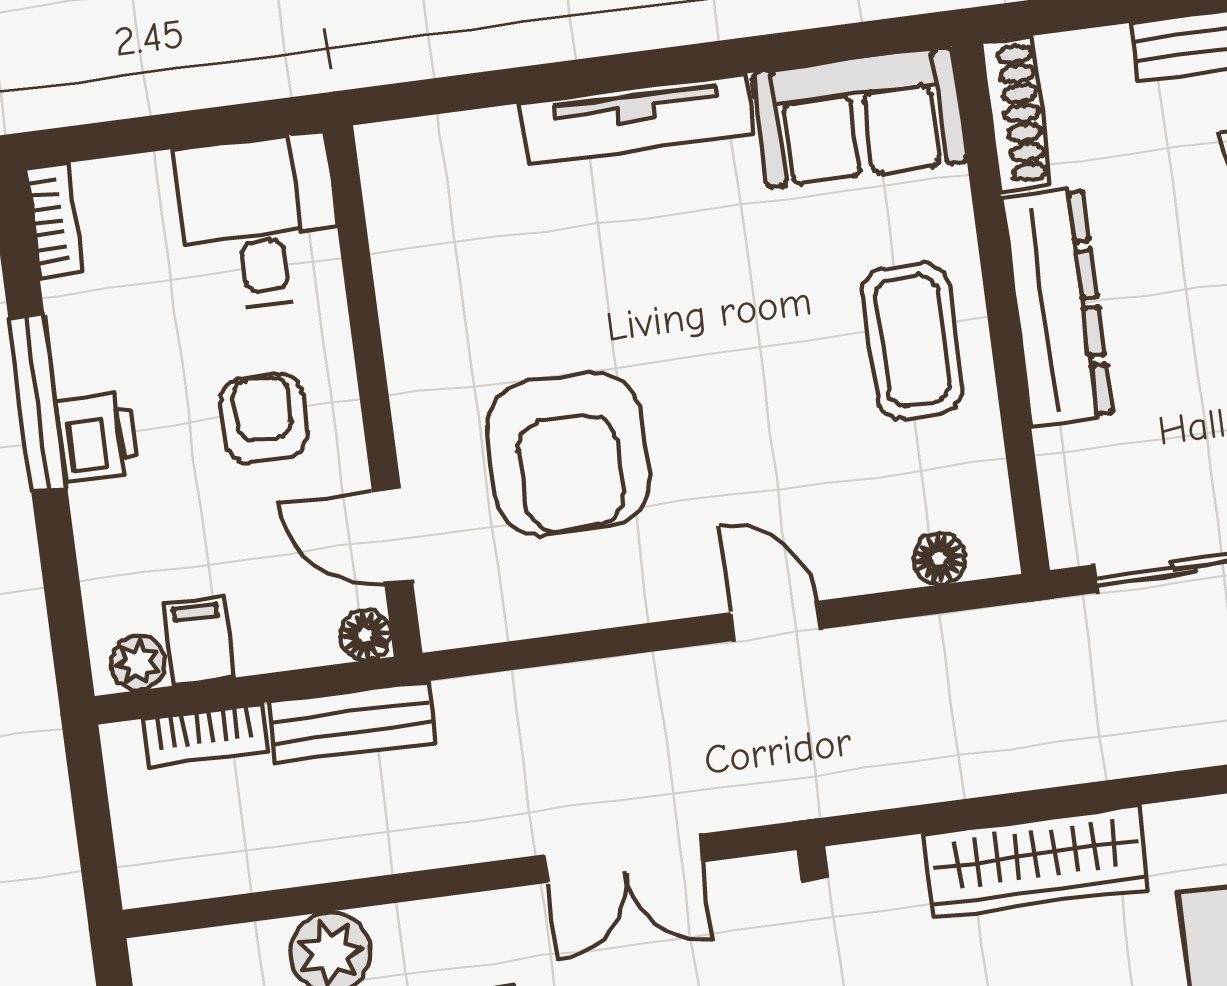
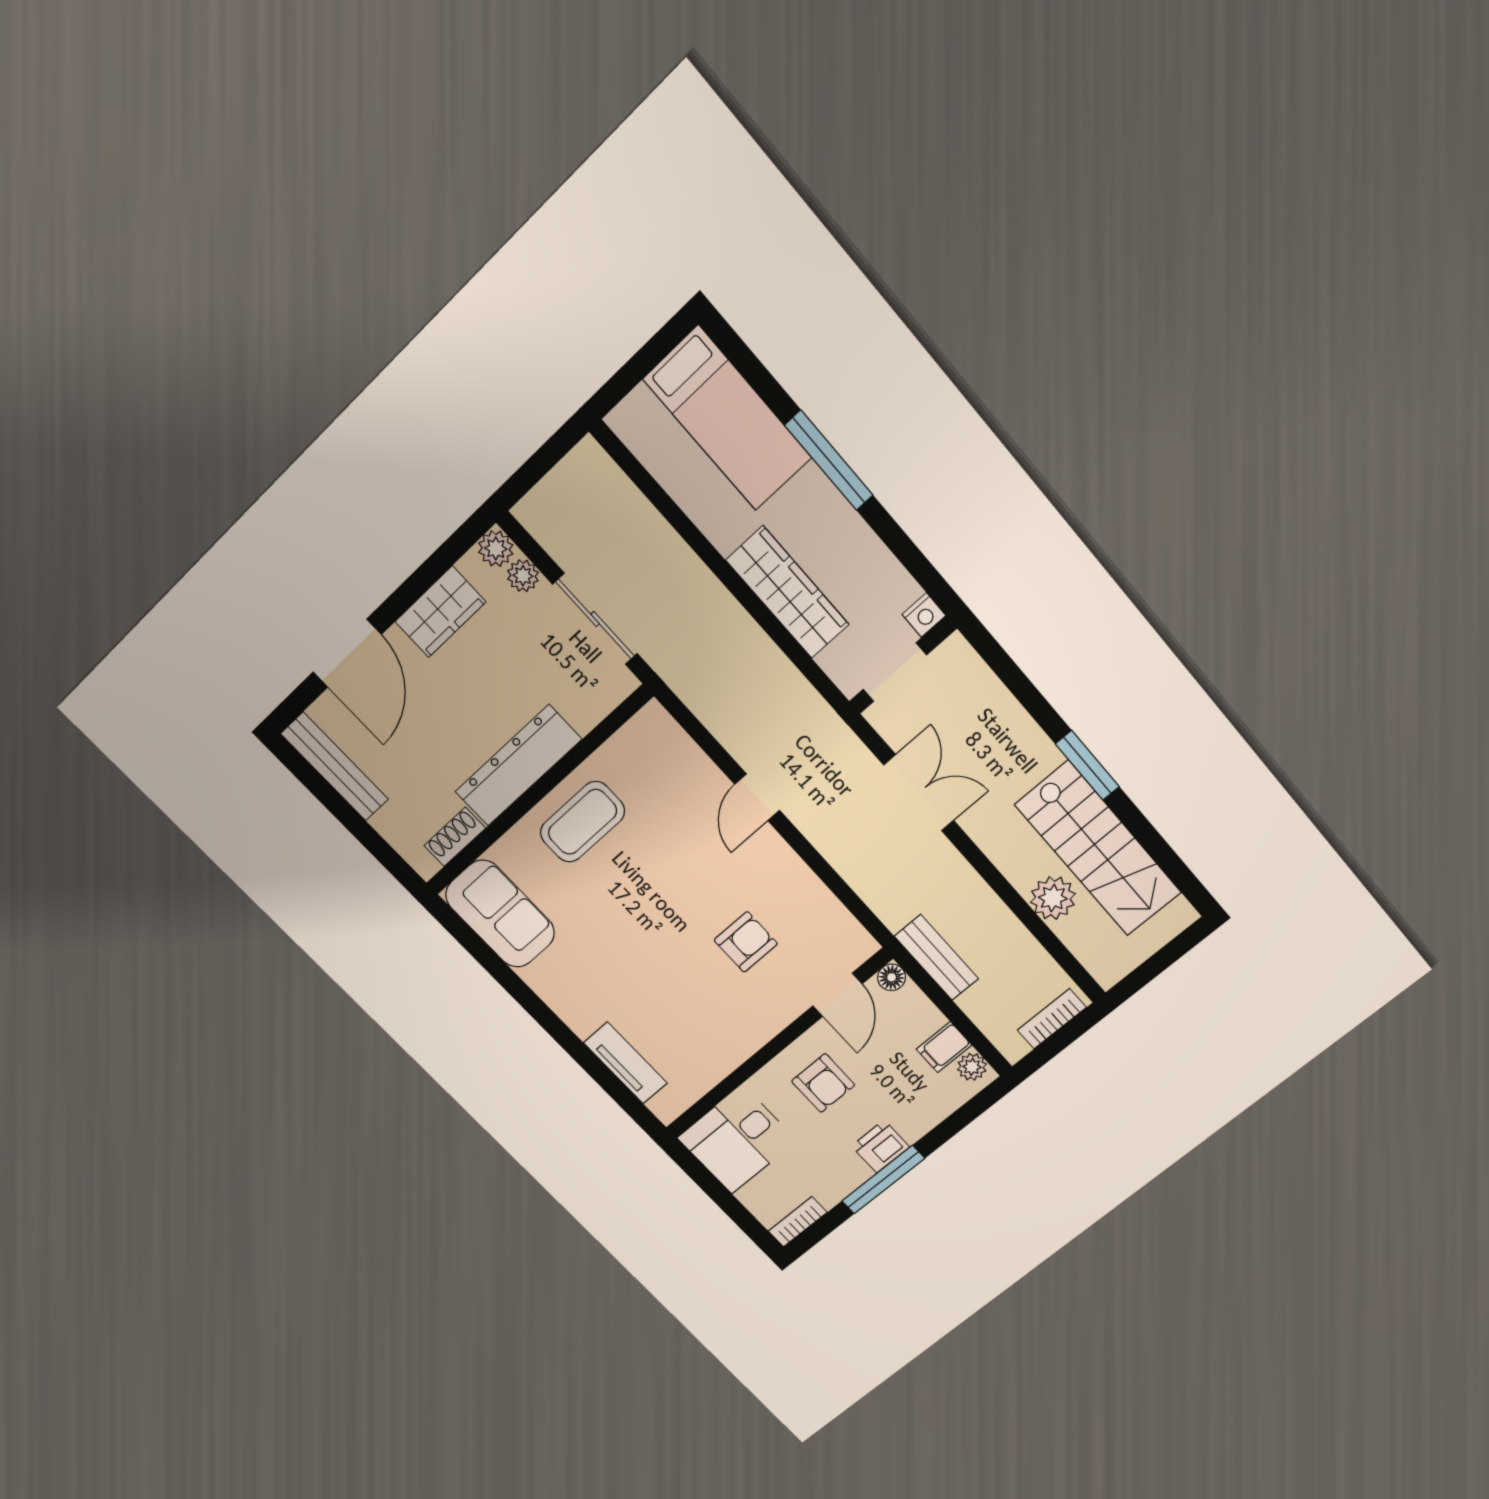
shoe rack: (1016, 114) -> (455, 837), width x0.70
tv unit: (637, 119) -> (625, 1063), moved, width x0.71
armchair: (263, 418) -> (823, 1083), turned -90
armchair: (568, 454) -> (746, 942), width x0.53, depth x0.53
floor lamp: (939, 559) -> (674, 740), removed
bookcase: (205, 735) -> (1052, 1019), moved, turned -90

